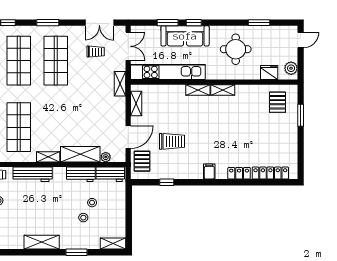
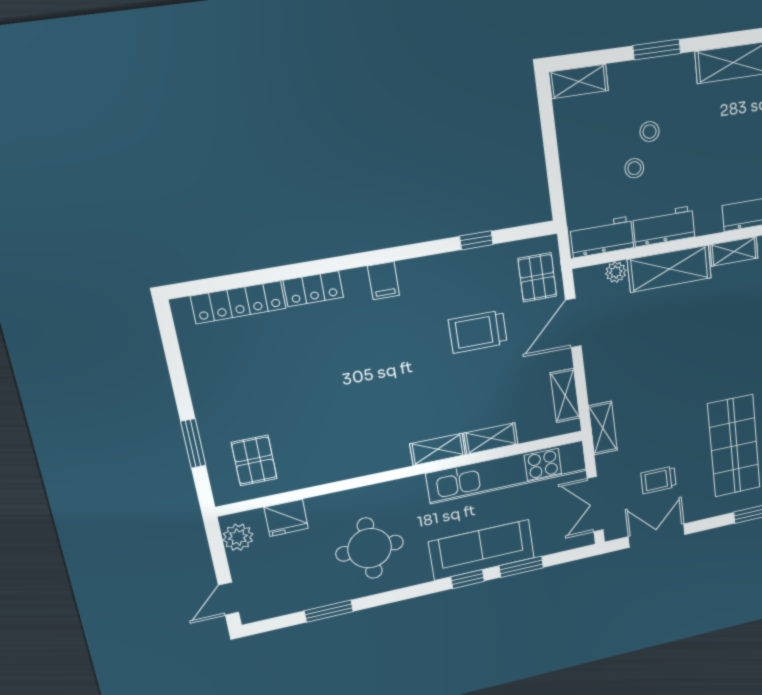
shelving: (223, 90) -> (491, 438), moved

